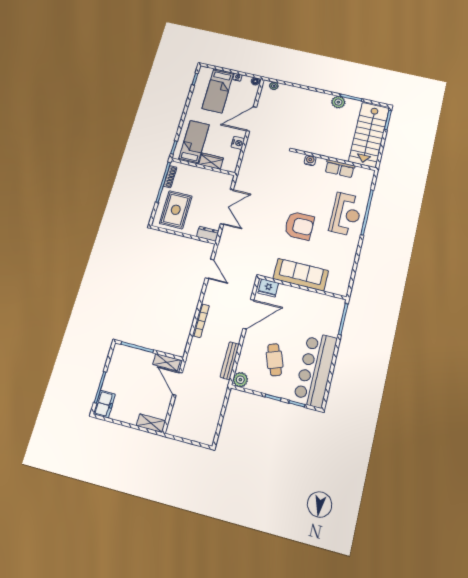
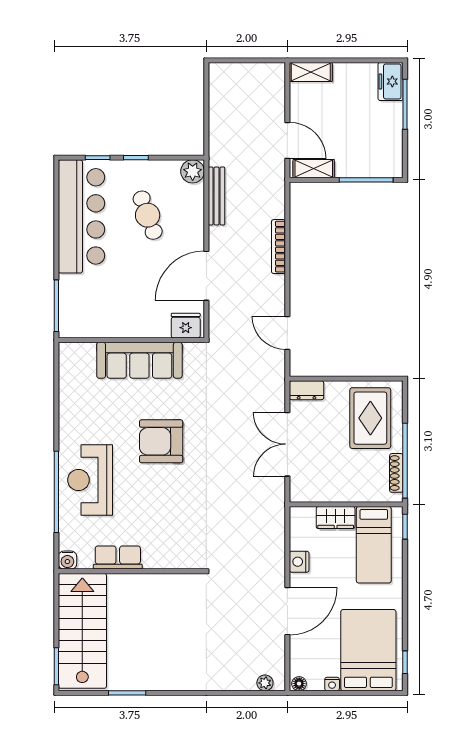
bed: (218, 91) -> (368, 650), width x1.50
plant: (338, 102) -> (147, 679), removed
water cooler: (310, 160) -> (67, 560), moved

